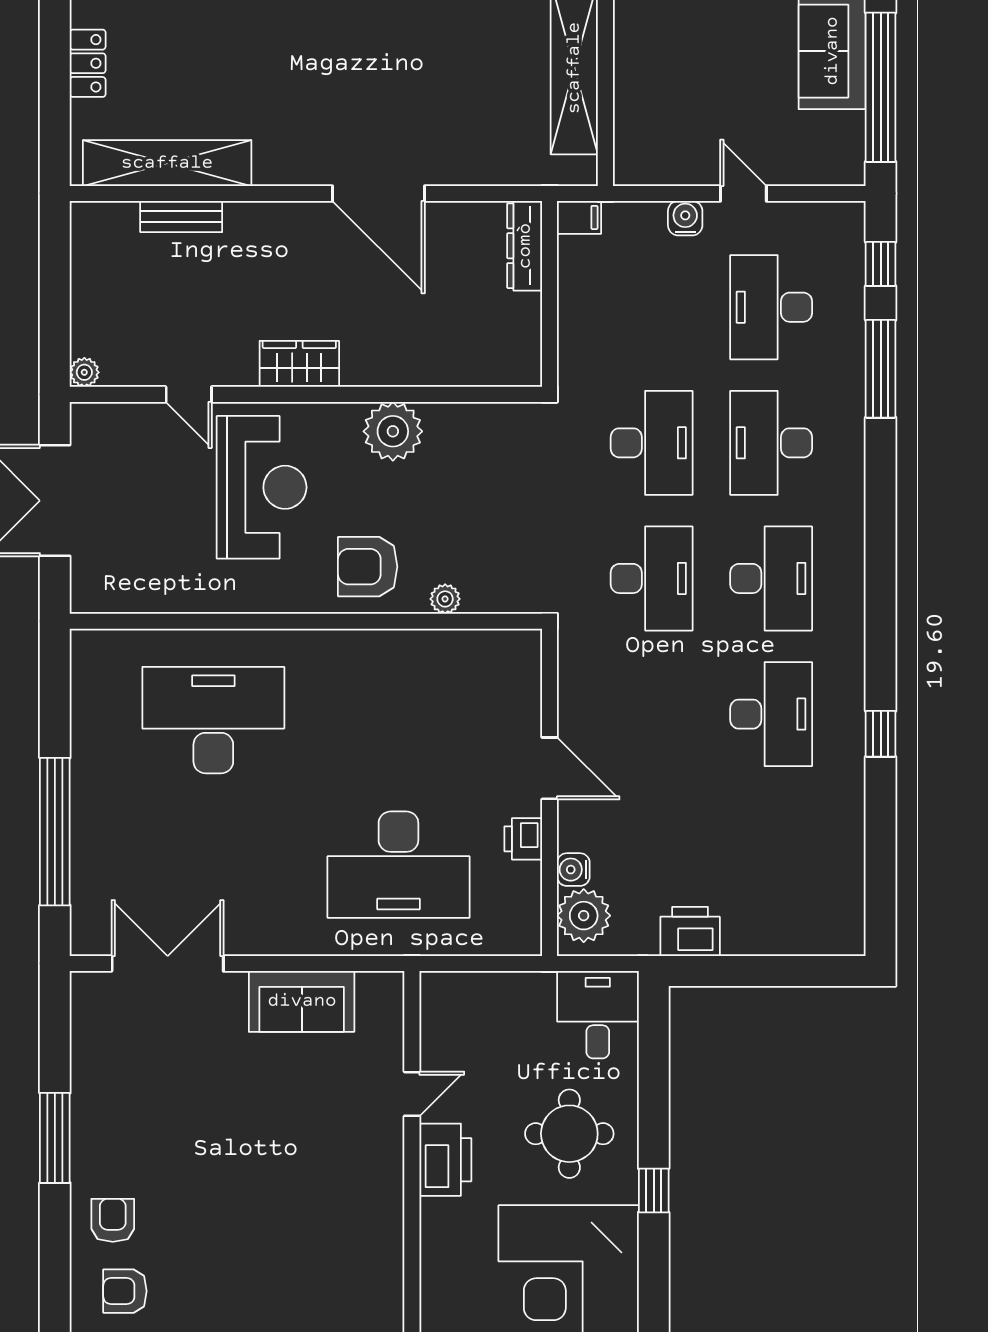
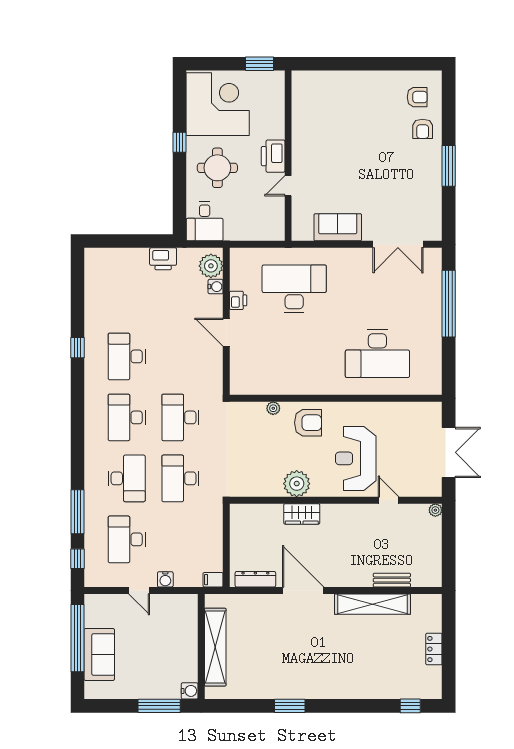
shelving: (167, 163) -> (372, 604), moved
dresser: (525, 246) -> (255, 579), moved, turned -90
desk: (771, 307) -> (127, 539), turned 180
wardrobe: (299, 364) -> (302, 514), moved

